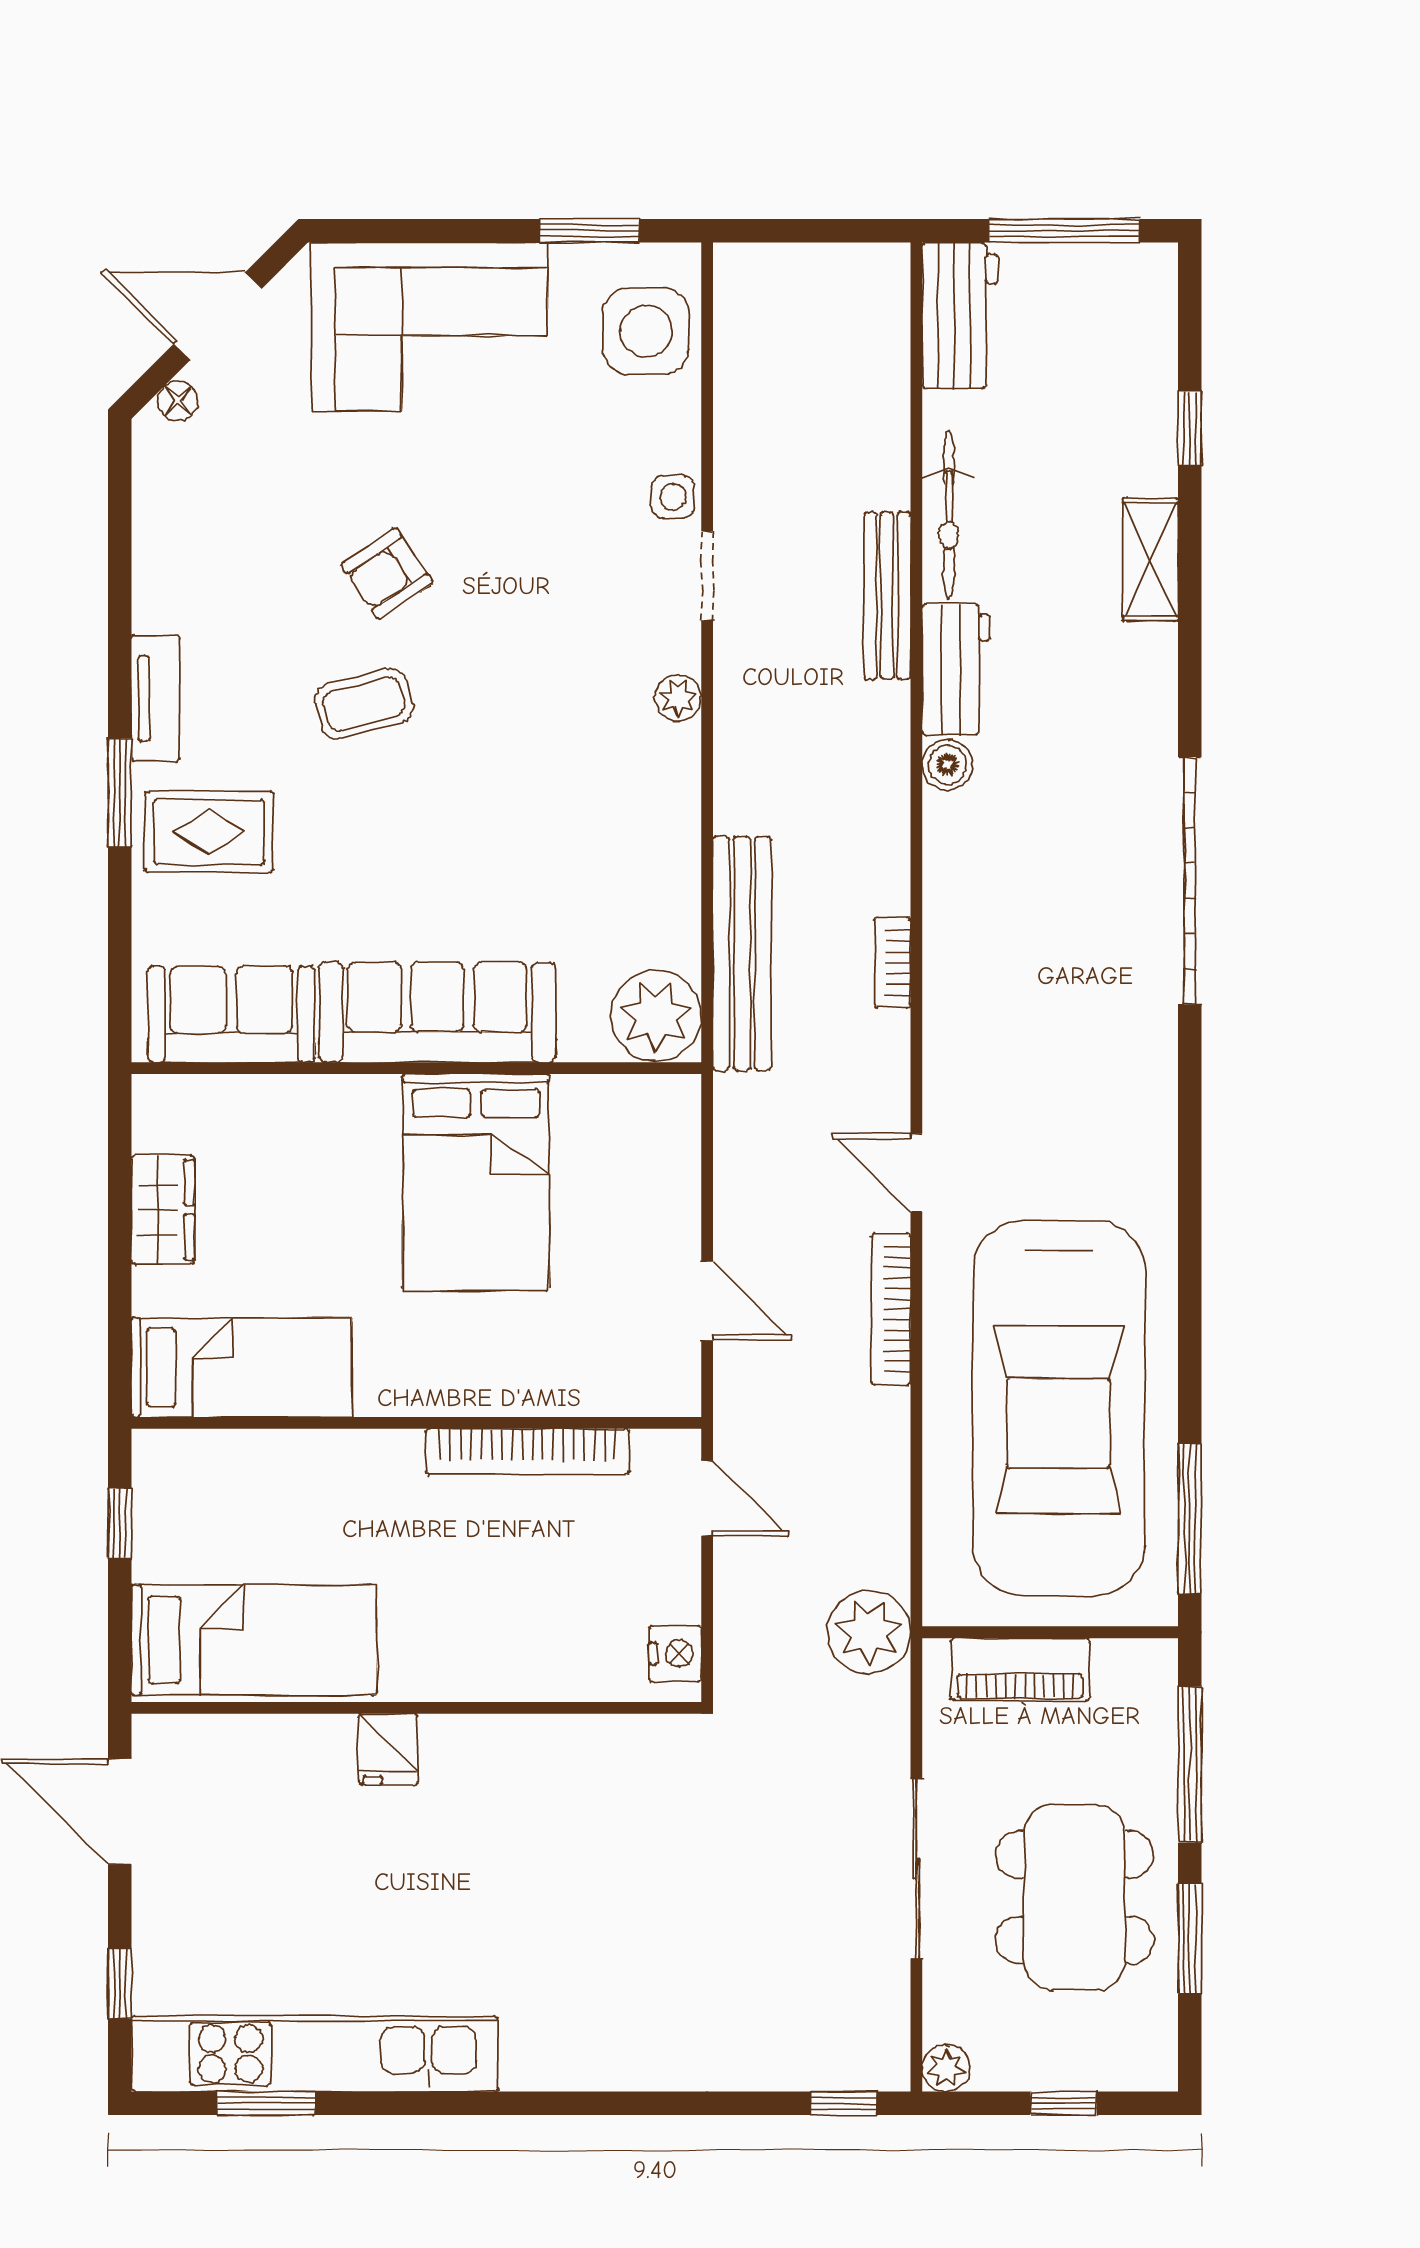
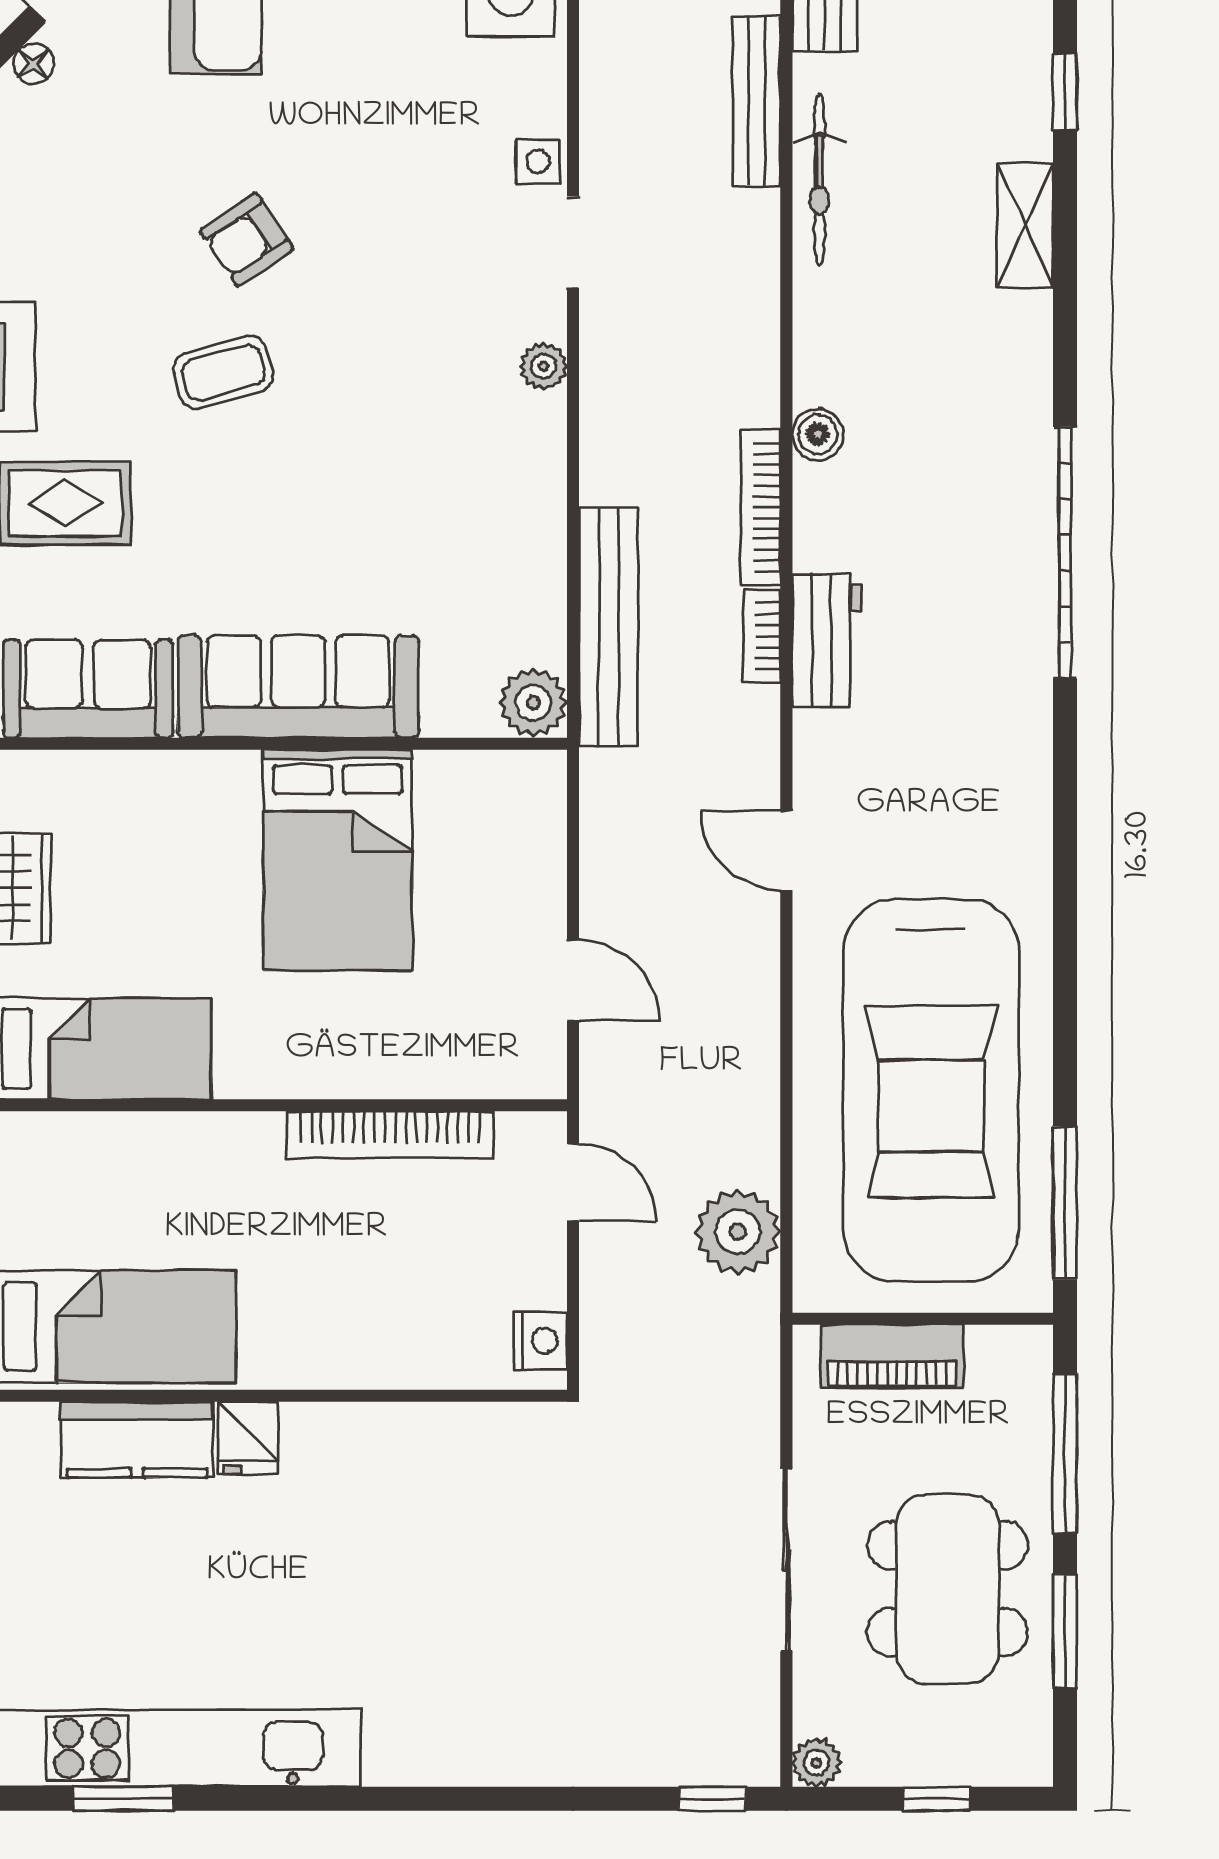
bench: (887, 596) -> (757, 101), moved
workbench: (956, 669) -> (827, 640), moved
plant: (656, 1016) -> (533, 703), width x0.73, depth x0.73
bookcase: (891, 1309) -> (761, 507), moved
plant: (869, 1632) -> (738, 1232), moved
kitchen counter: (279, 1751) -> (137, 1440), added

